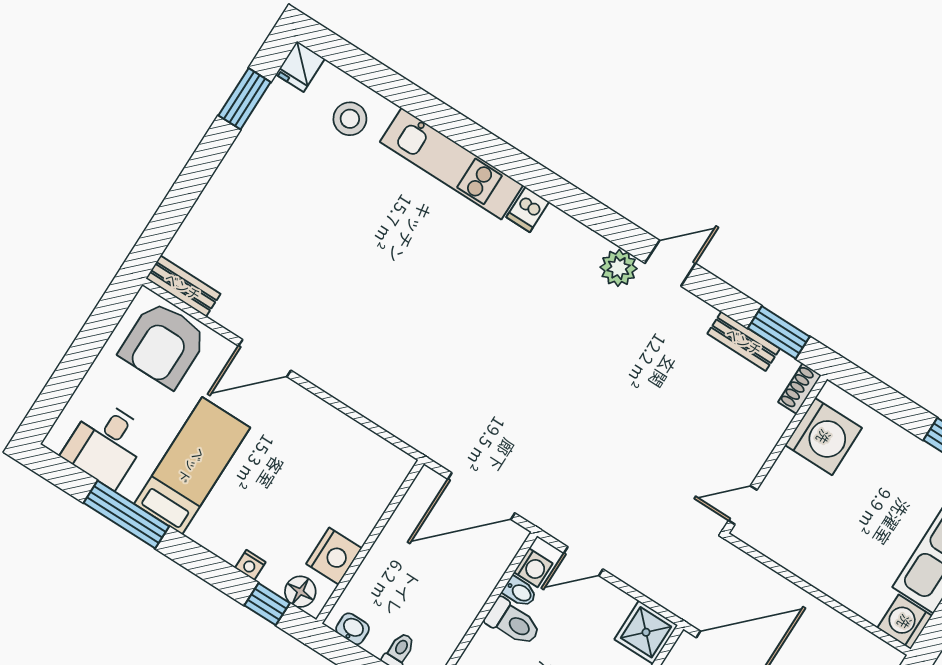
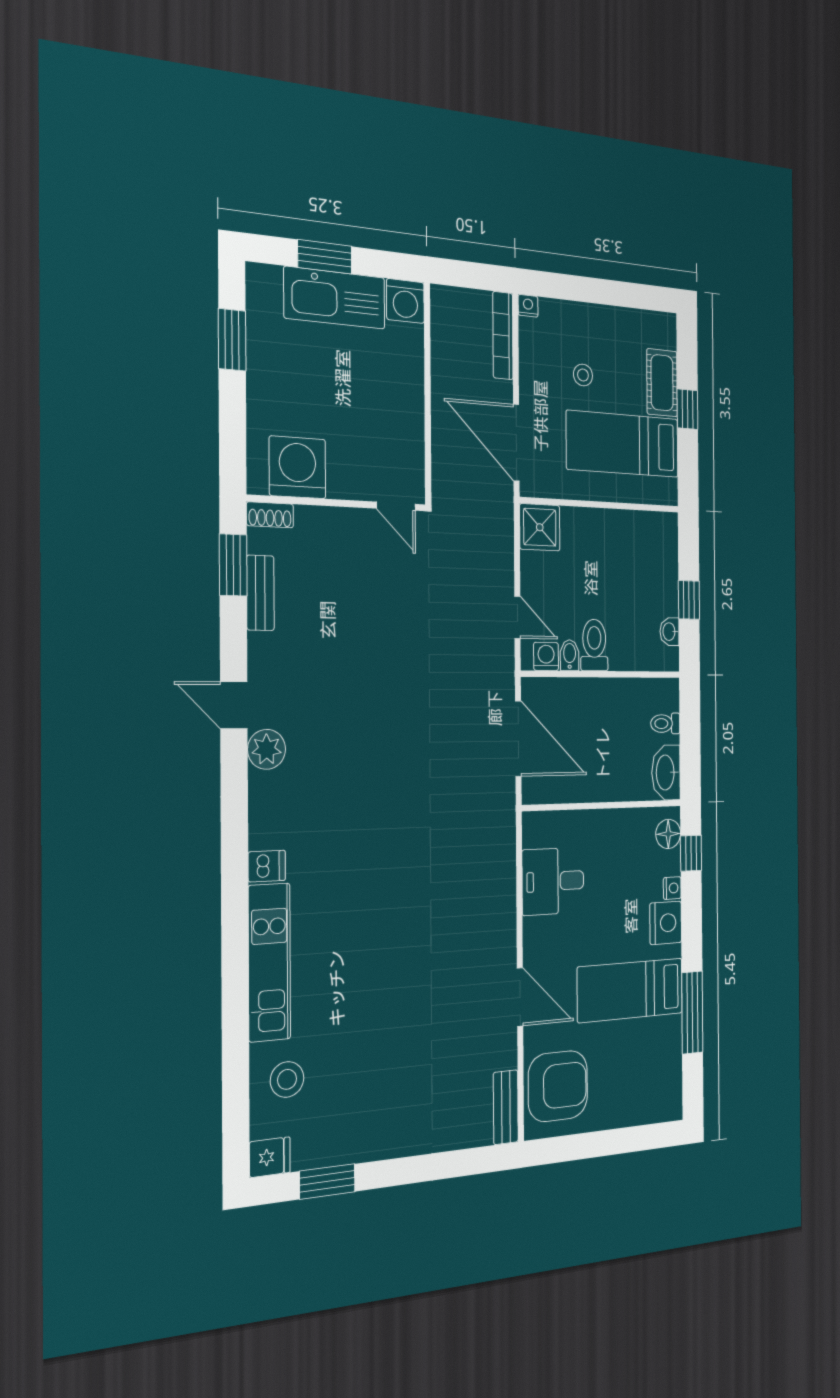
desk: (106, 444) -> (553, 881), moved, turned 180
nightstand: (334, 556) -> (666, 923), moved, turned 90
washbasin: (353, 629) -> (666, 773), width x1.91, depth x1.45

